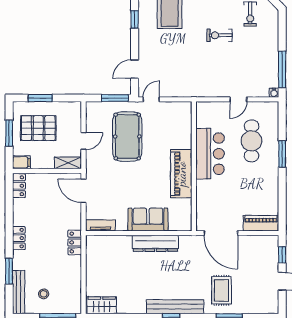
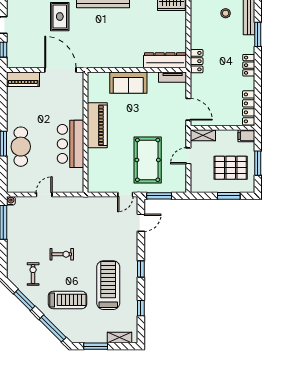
cafe table: (251, 141) -> (21, 147), moved
locker: (19, 186) -> (249, 108), width x1.53
dresser: (155, 243) -> (165, 60), moved

